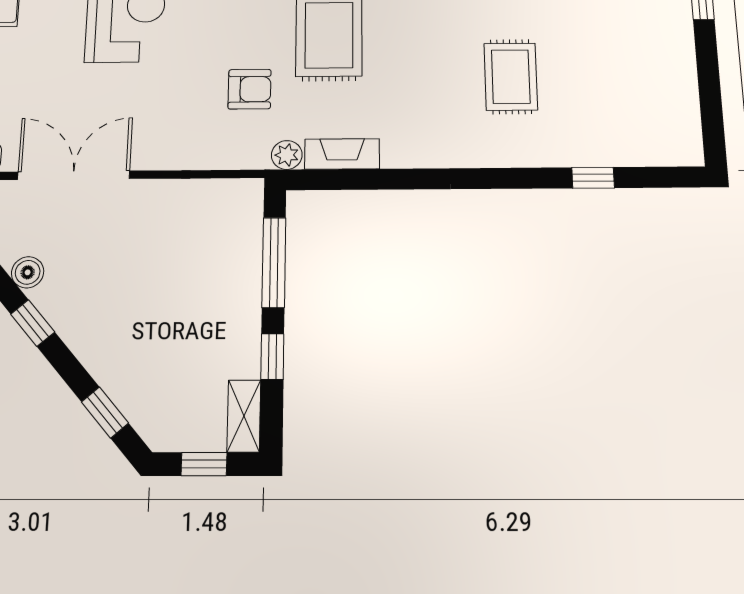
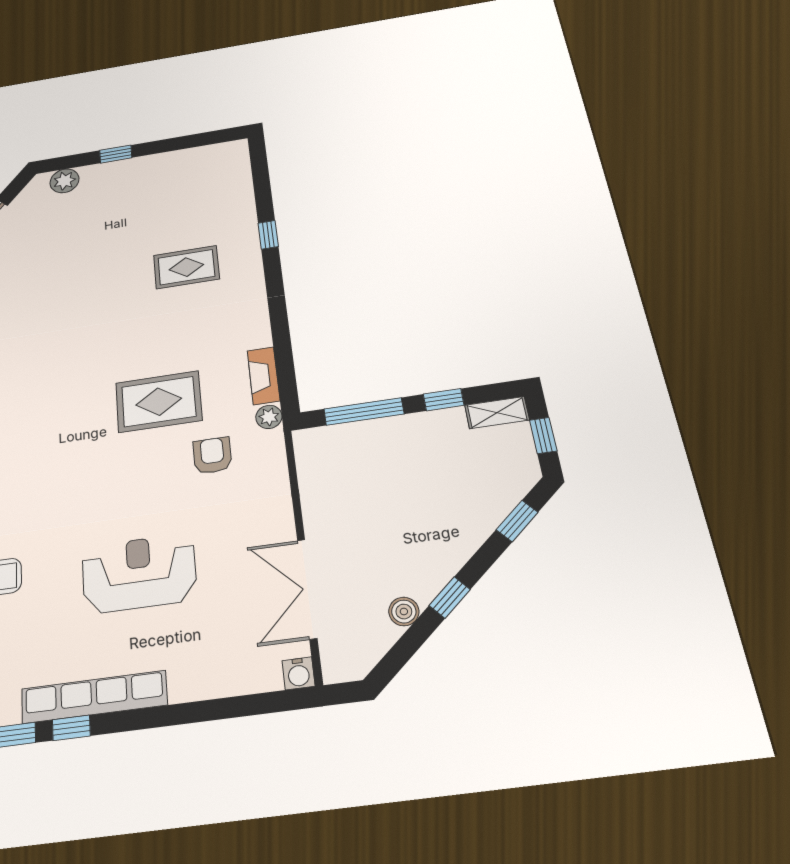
window: (593, 178) -> (268, 235), moved

